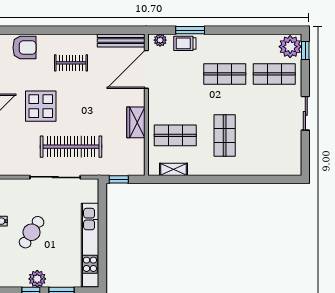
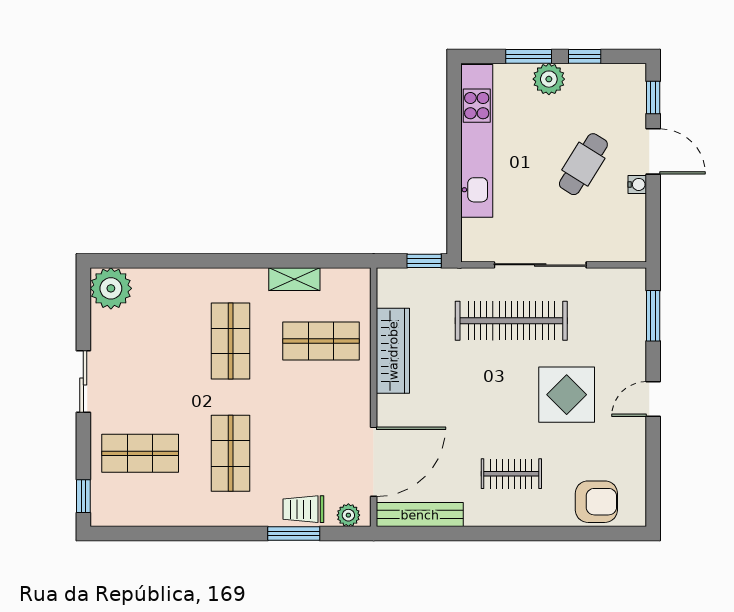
trolley: (185, 43) -> (303, 509), turned 180
plant: (290, 47) -> (111, 288), moved
armchair: (24, 48) -> (596, 502), turned 180
shop shelf: (225, 74) -> (231, 453), turned 90
wardrobe: (136, 122) -> (393, 351), width x1.50
shelving: (174, 169) -> (294, 279), moved
plant: (37, 279) -> (549, 79), moved

